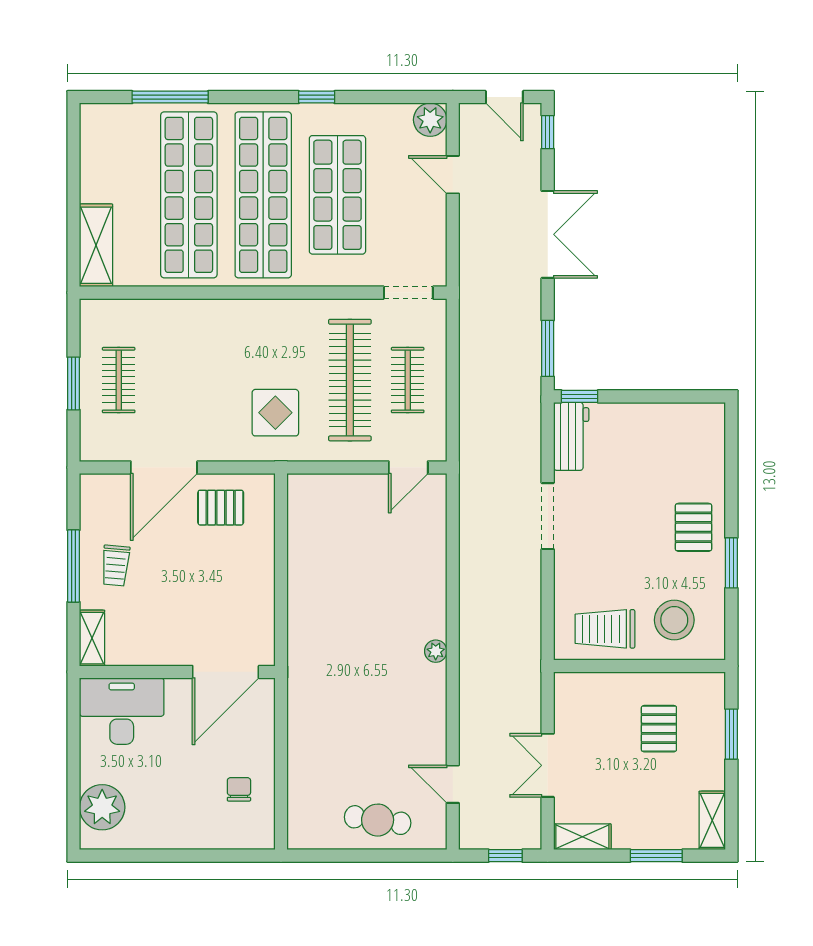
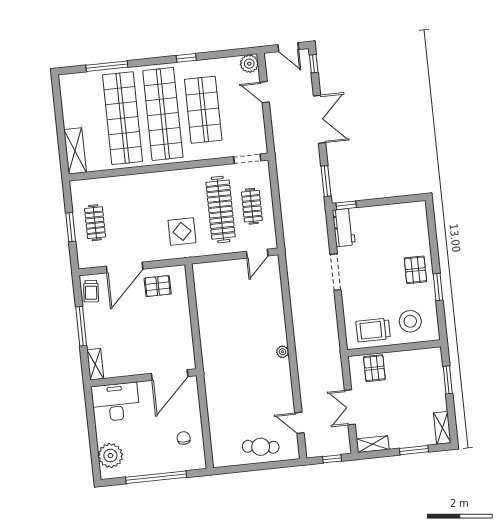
trolley: (116, 566) -> (91, 291), moved
pallet: (659, 729) -> (374, 368), moved
window: (181, 856) -> (156, 477), added

